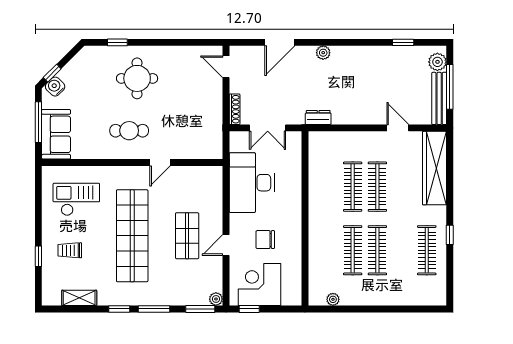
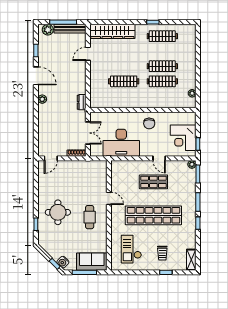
door: (280, 42) -> (36, 76), moved
clothes rail: (377, 187) -> (124, 66), removed
chair: (265, 240) -> (149, 123), moved
shelving: (79, 298) -> (191, 260), moved

